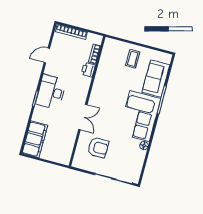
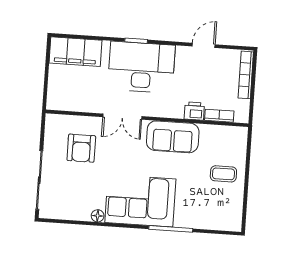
door: (47, 55) -> (204, 45), hinge flipped
sofa: (156, 78) -> (173, 137), moved, turned 180
desk: (51, 92) -> (141, 67), width x1.36, depth x1.30

